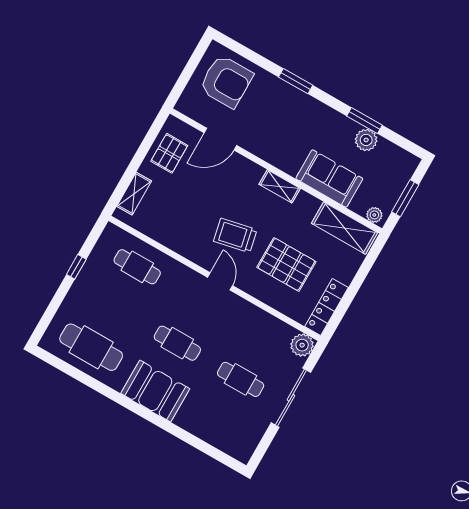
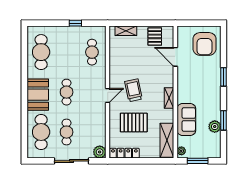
pallet: (169, 153) -> (155, 36), turned 90
pallet: (286, 264) -> (134, 122), turned 90
cafe table: (218, 420) -> (41, 132), added

